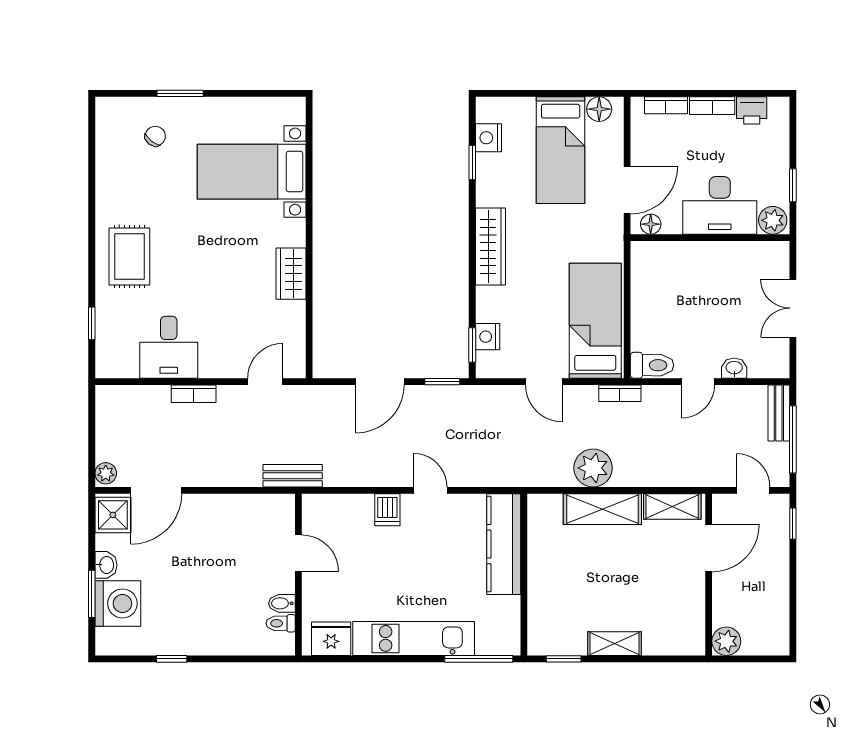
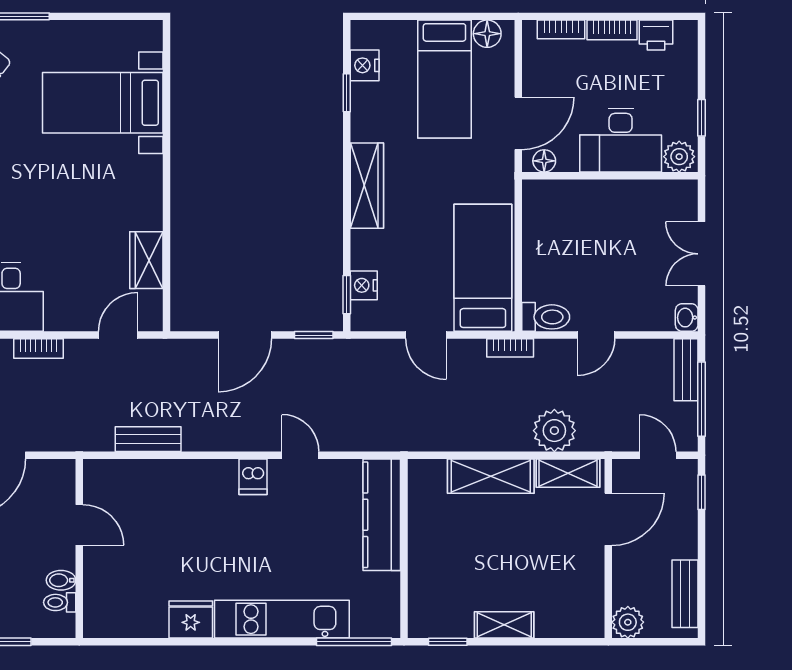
wardrobe: (291, 274) -> (146, 260), moved
washbasin: (734, 368) -> (687, 318), moved, turned -90
plant: (593, 468) -> (554, 431), moved
door: (298, 553) -> (79, 525), moved
wall: (298, 575) -> (79, 548), moved
bidet: (282, 603) -> (61, 580), moved
bench: (778, 615) -> (685, 594), added
toilet: (281, 623) -> (60, 602), moved

